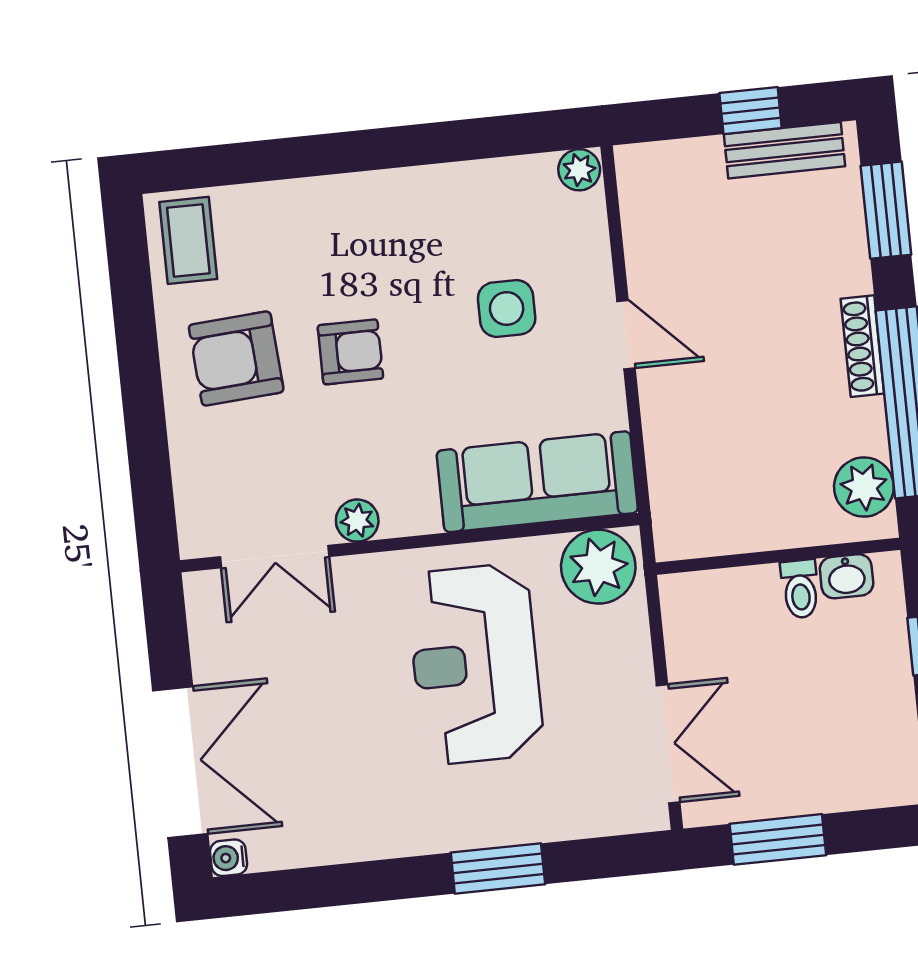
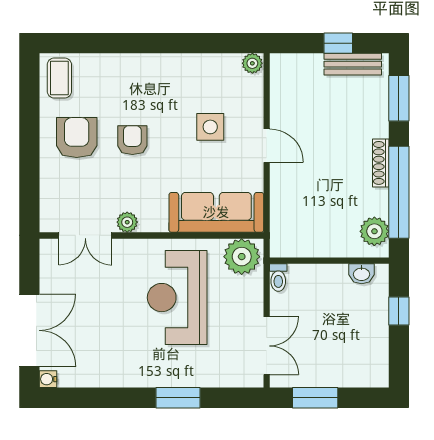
armchair: (350, 352) -> (132, 140), turned -90
armchair: (236, 358) -> (77, 138), turned 94
toilet: (800, 589) -> (278, 278), moved

